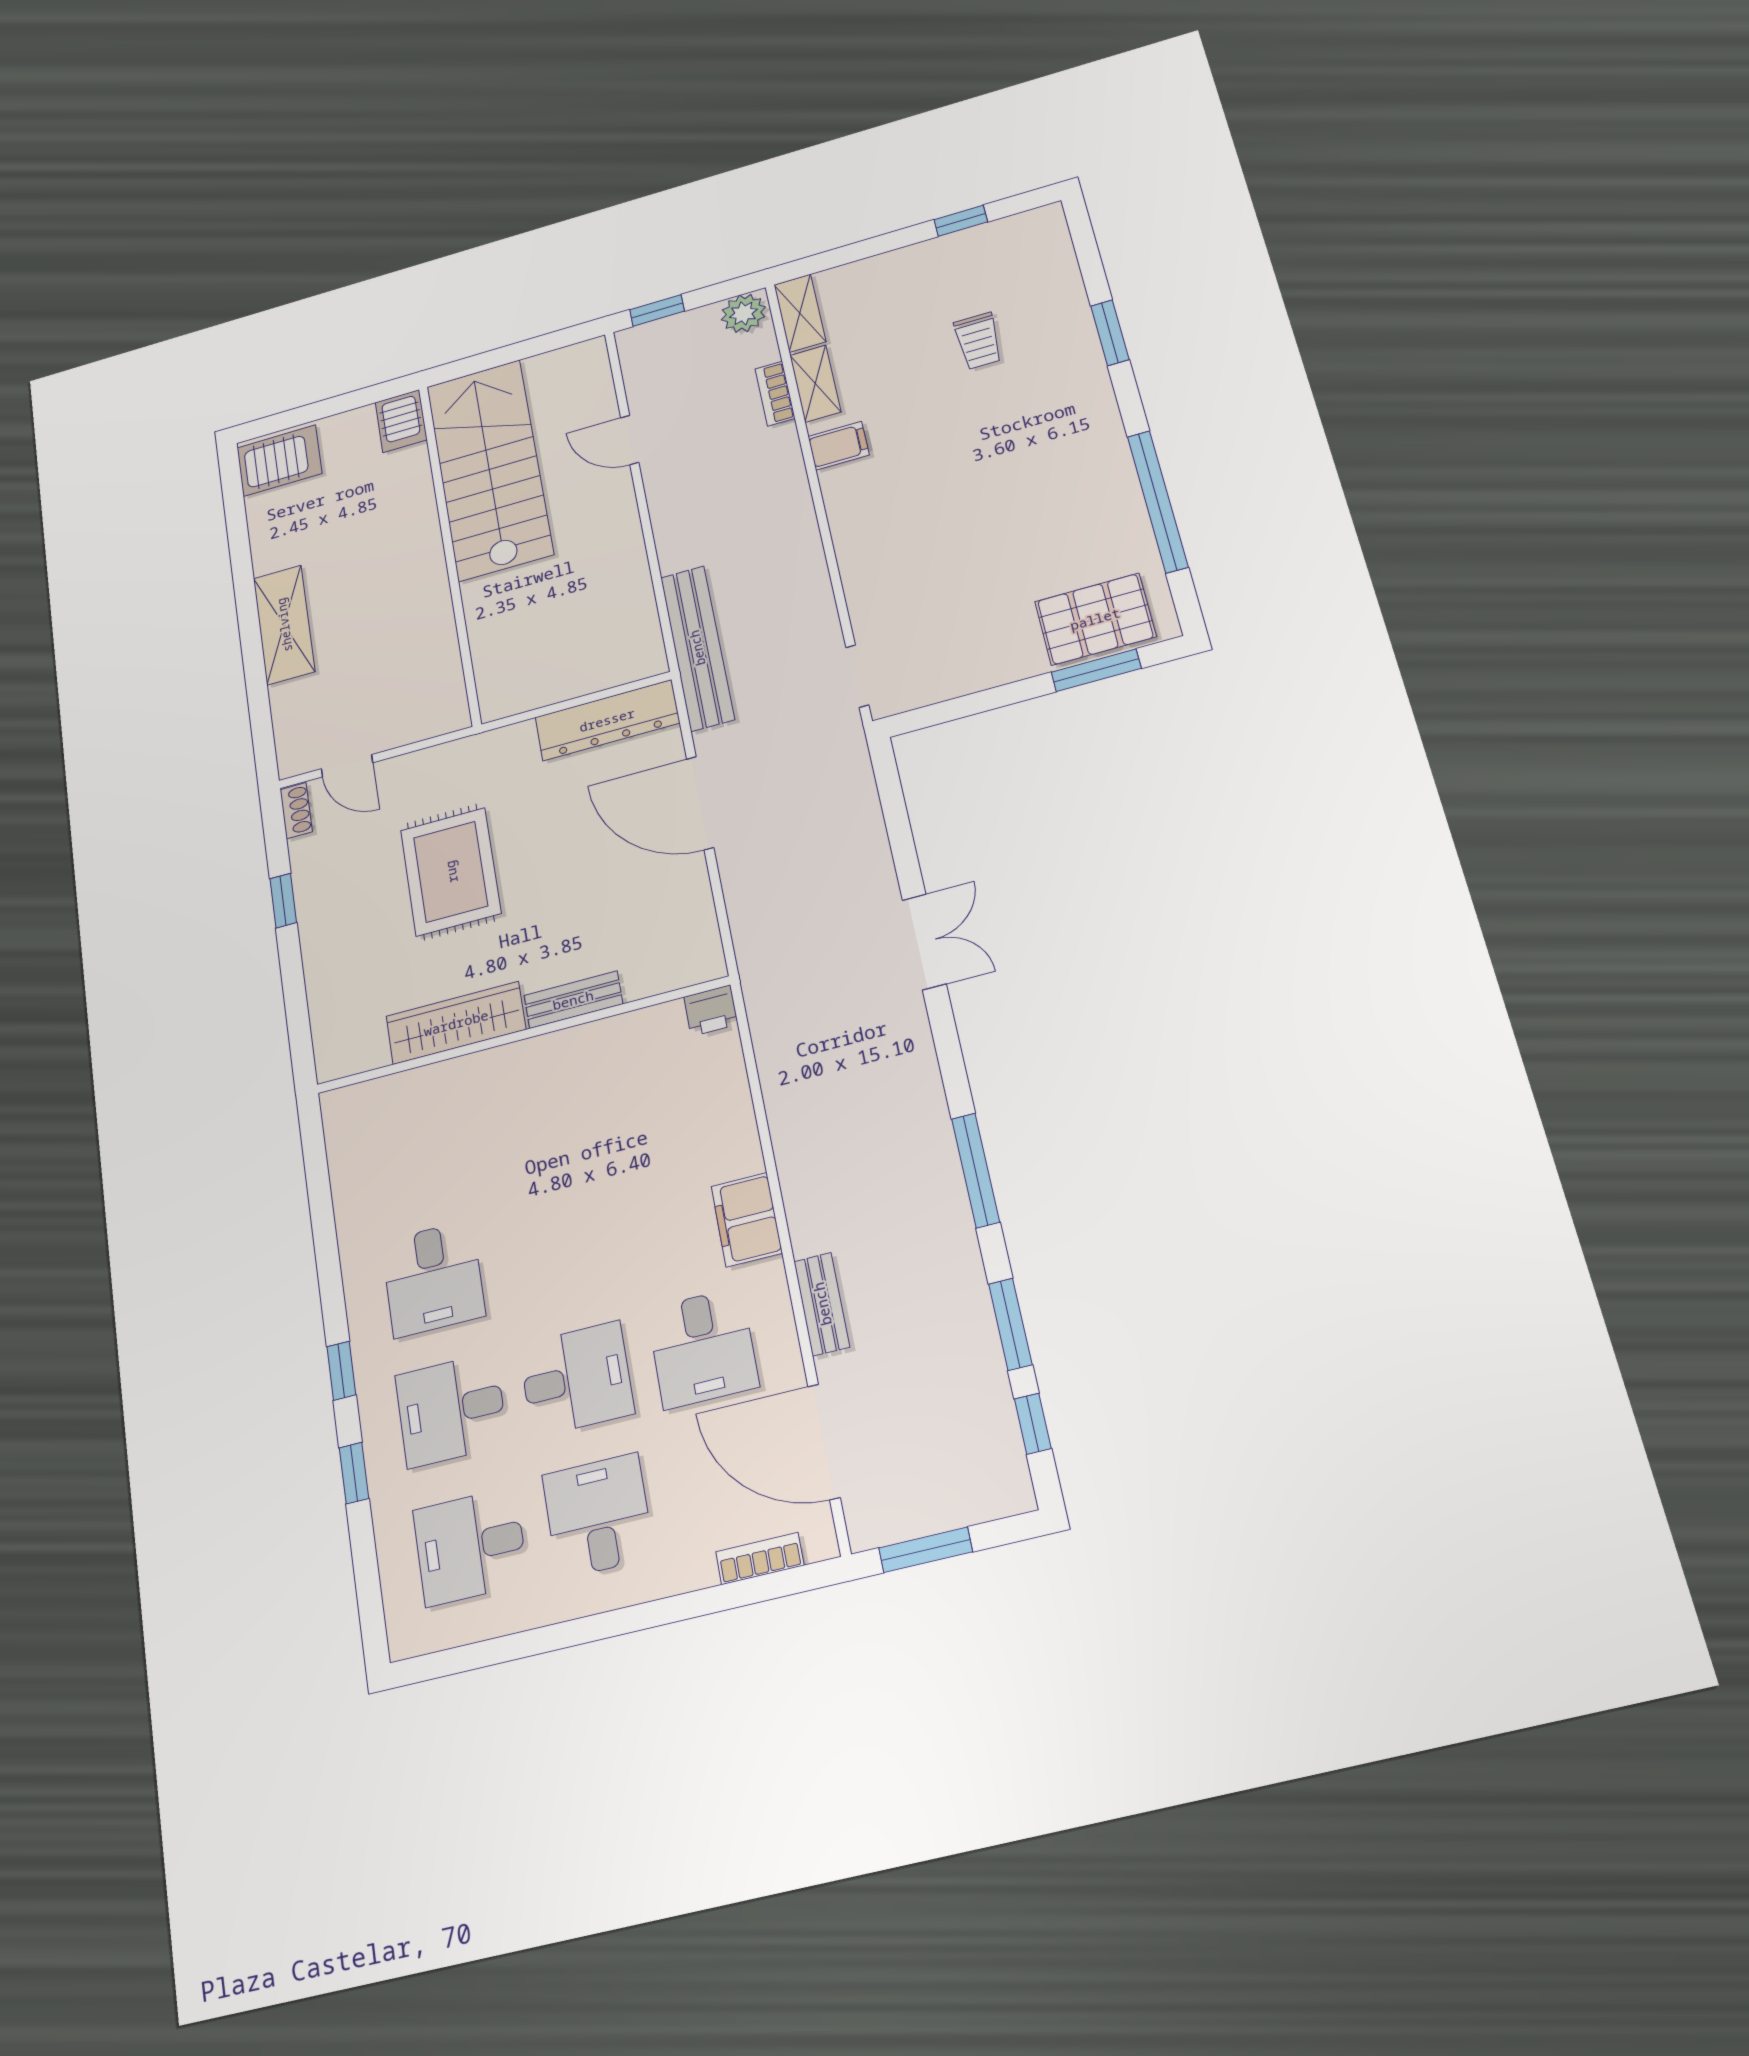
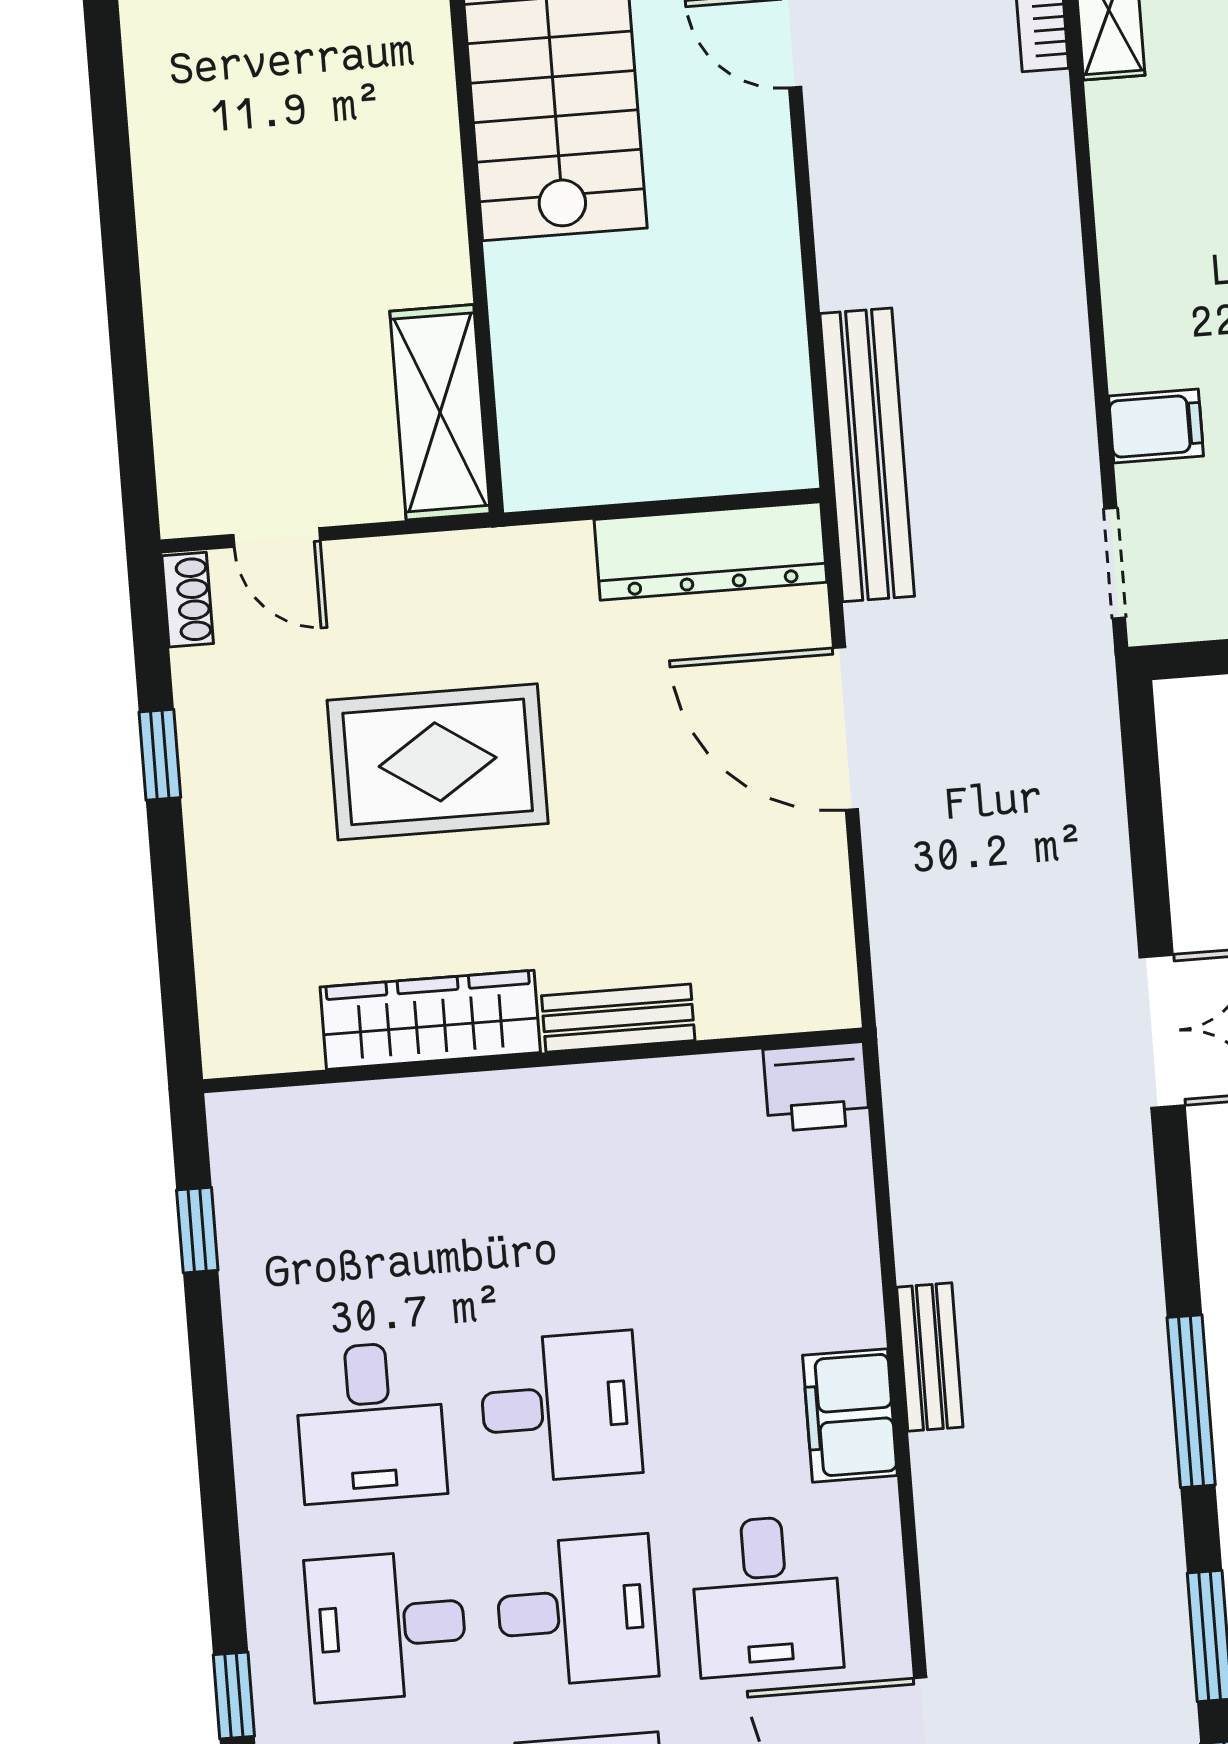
filing cabinet: (839, 446) -> (1156, 426), moved
shelving: (284, 625) -> (440, 412), moved
rug: (451, 872) -> (438, 762), turned 90
printer: (711, 1011) -> (816, 1087), width x1.36, depth x1.24
desk: (555, 1248) -> (560, 1407), added
bench: (822, 1304) -> (930, 1357), moved
window: (341, 1371) -> (197, 1230), moved

